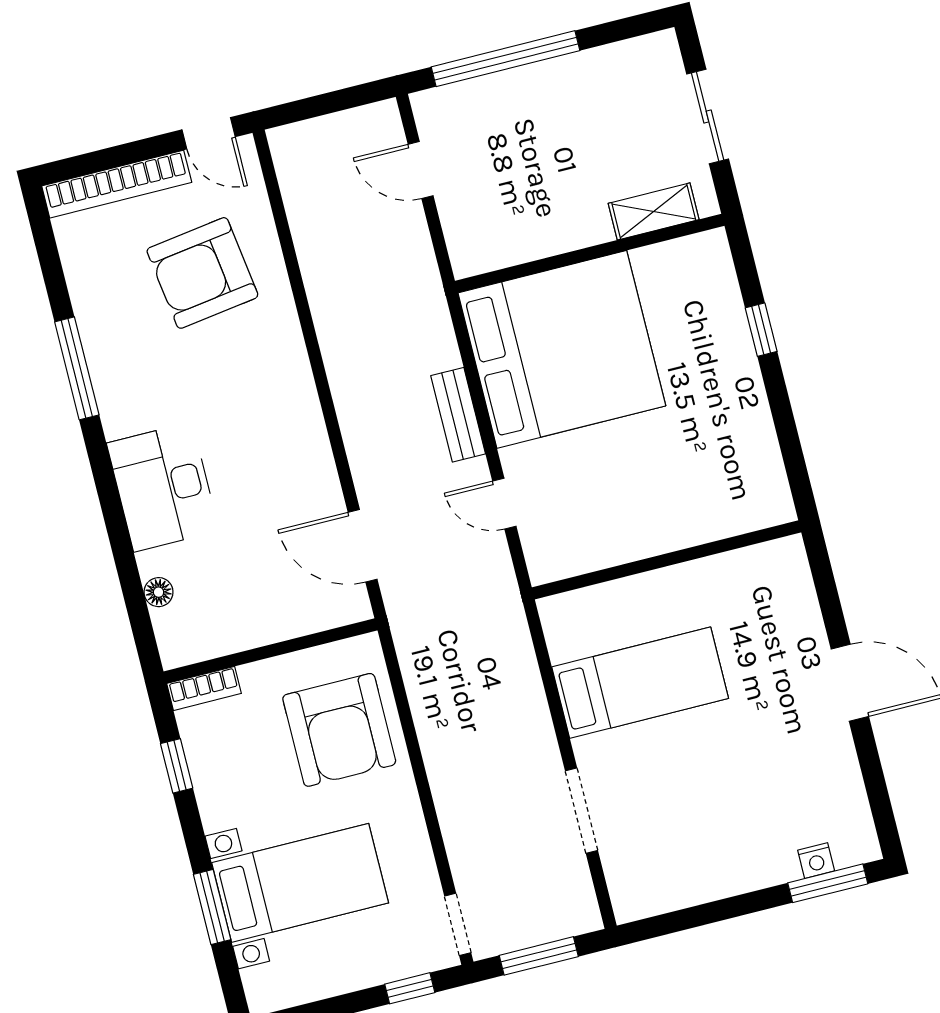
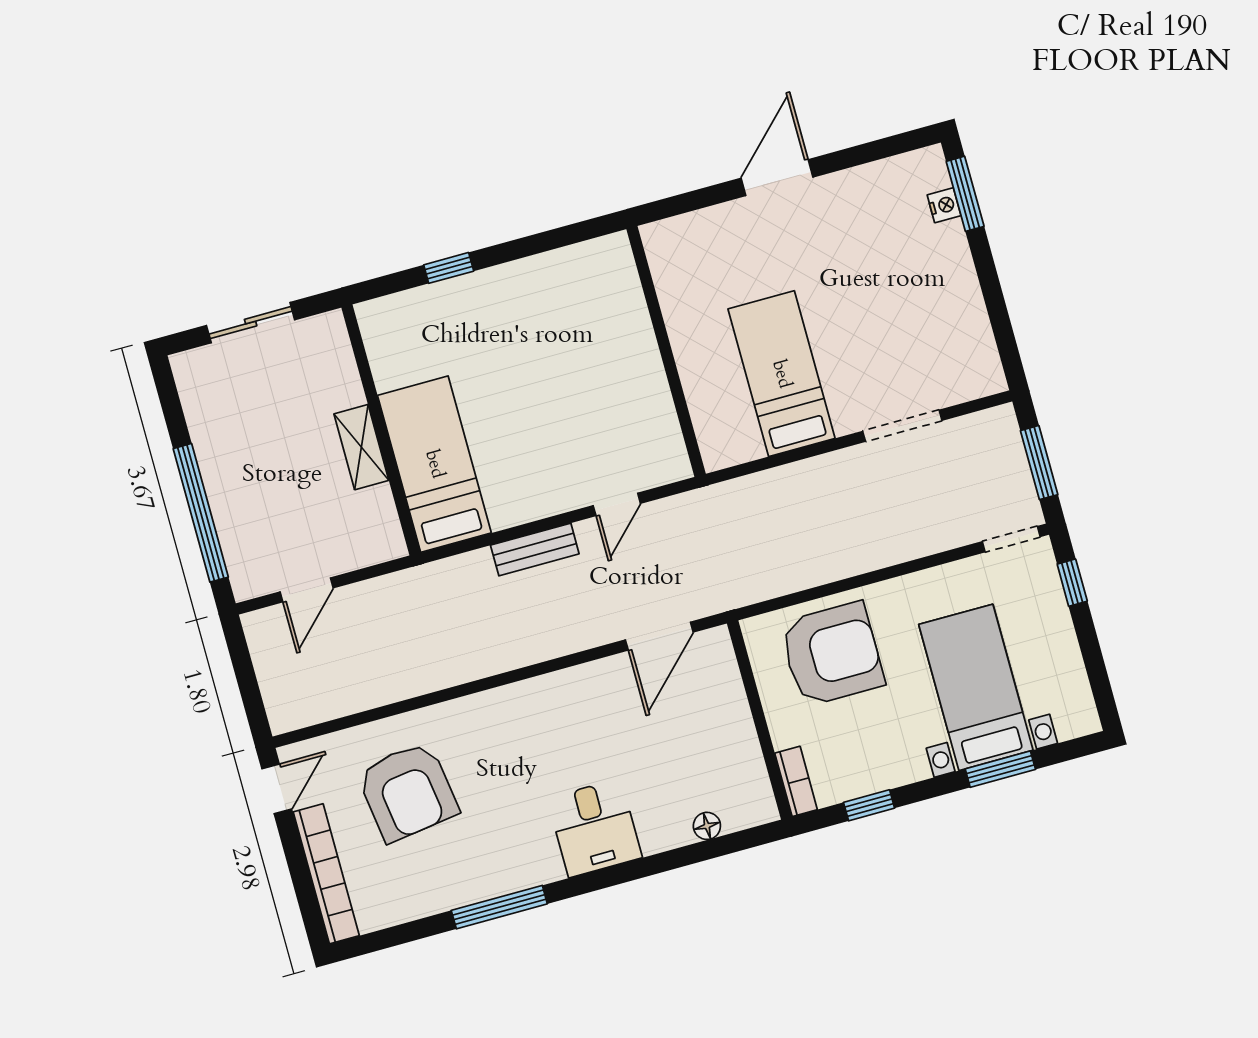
shelving: (654, 211) -> (361, 447), moved
bed: (562, 349) -> (434, 464), width x0.49
desk: (163, 487) -> (595, 828), width x0.73

